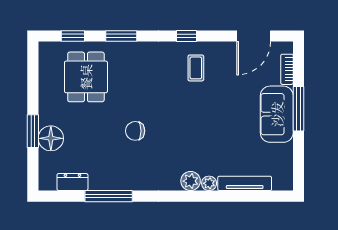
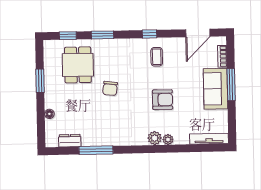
armchair: (203, 128) -> (163, 100), added
window: (33, 131) -> (40, 81), moved
chair: (135, 131) -> (110, 88), moved, turned -83
floor lamp: (51, 138) -> (49, 114), width x0.53, depth x0.53
tv unit: (245, 183) -> (209, 139), moved

